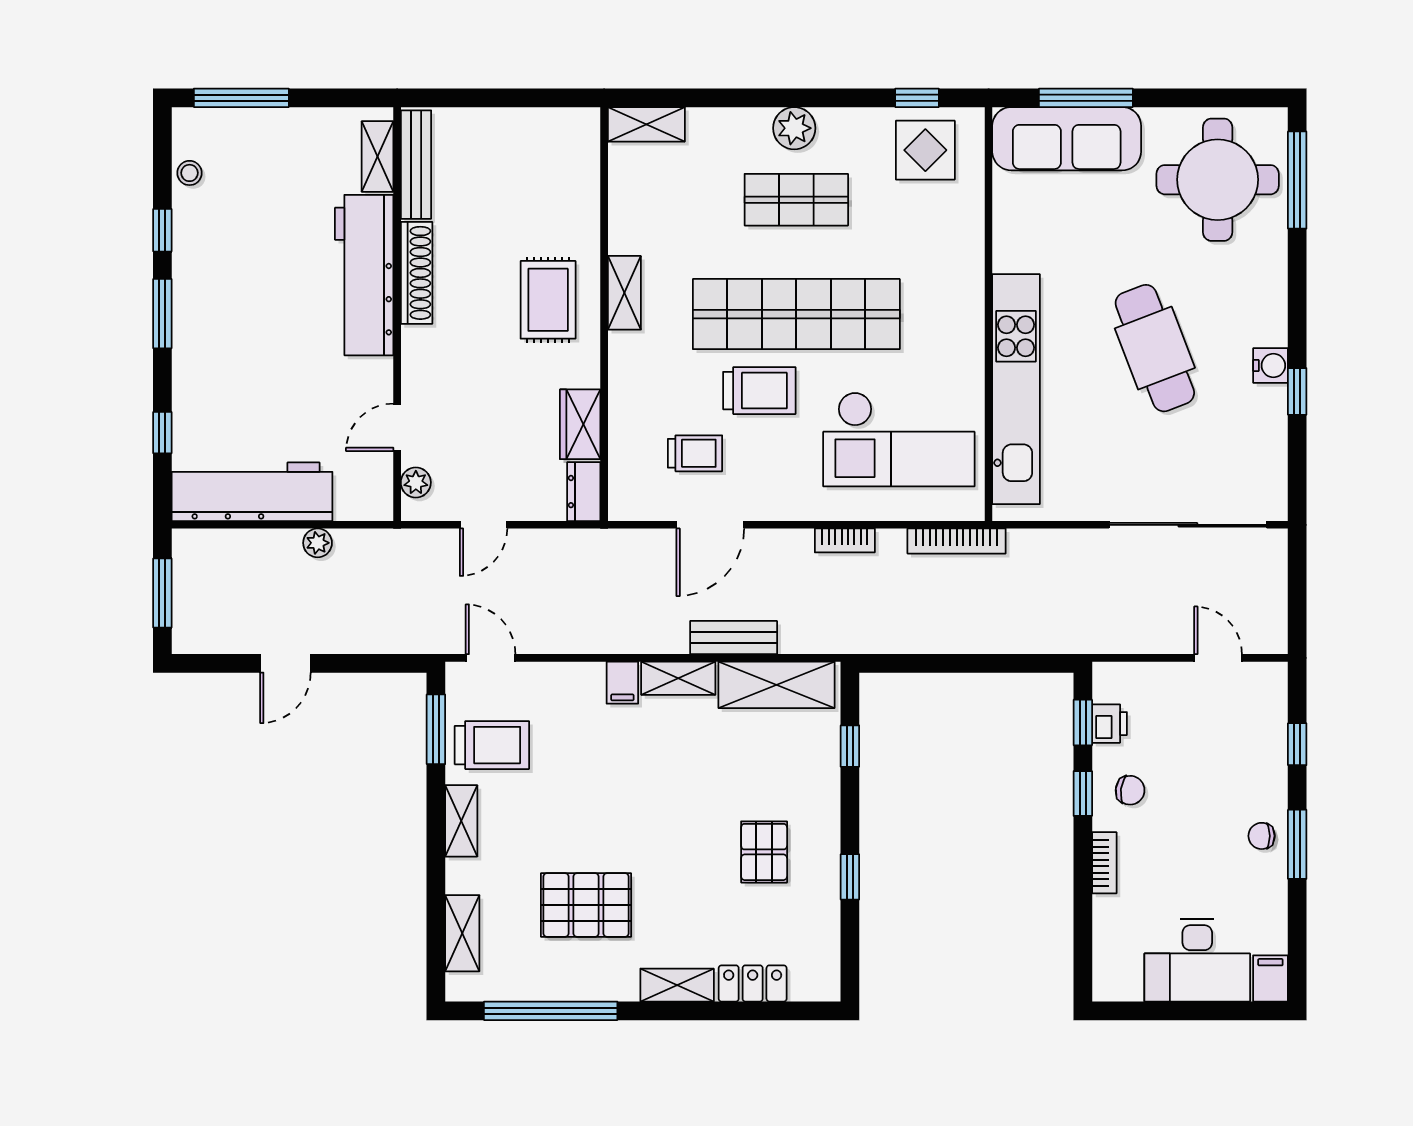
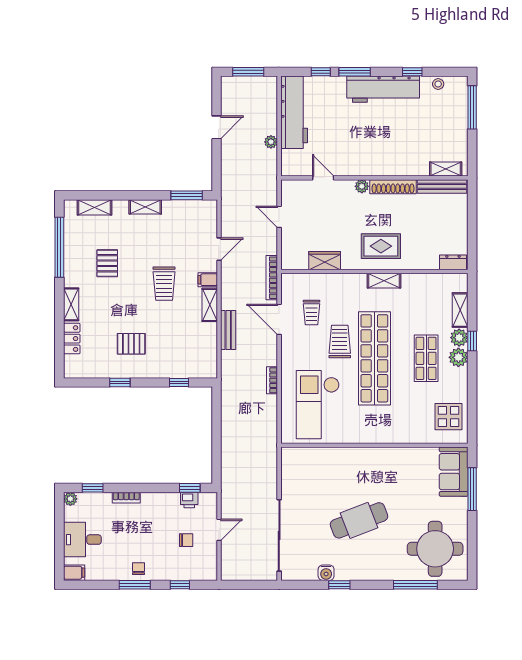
window: (917, 98) -> (472, 341), moved
shelving: (646, 124) -> (460, 310), moved
plant: (751, 127) -> (459, 338), added
sofa: (1067, 139) -> (454, 472), width x0.73
window: (1297, 180) -> (415, 585), moved
workbench: (364, 275) -> (383, 89), moved, turned 180
window: (162, 314) -> (355, 72), moved
water cooler: (1271, 366) -> (326, 573), moved
kitchen unit: (1016, 389) -> (340, 458), removed
trolley: (759, 391) -> (340, 342), turned 180
plant: (416, 482) -> (362, 186), moved
dresser: (584, 492) -> (453, 262), moved
bookcase: (957, 541) -> (272, 278), moved
door: (491, 658) -> (219, 249), moved
door: (1218, 658) -> (219, 530), moved
door: (285, 663) -> (216, 127), swing flipped
shelving: (776, 685) -> (207, 349), removed
trolley: (492, 745) -> (164, 284), moved
chair: (1130, 790) -> (186, 540), moved, turned -98
window: (1083, 794) -> (93, 488), moved
pallet: (586, 905) -> (107, 263), width x0.67, depth x0.71
desk: (1197, 960) -> (82, 540), width x0.73
plant: (1107, 987) -> (70, 499), added

